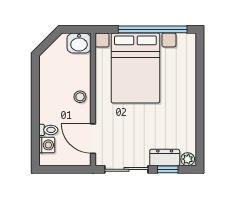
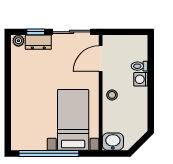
bed with nightstands: (135, 68) -> (73, 120), width x0.73
door: (93, 139) -> (101, 59), swing flipped
washing machine: (47, 145) -> (141, 79), moved

